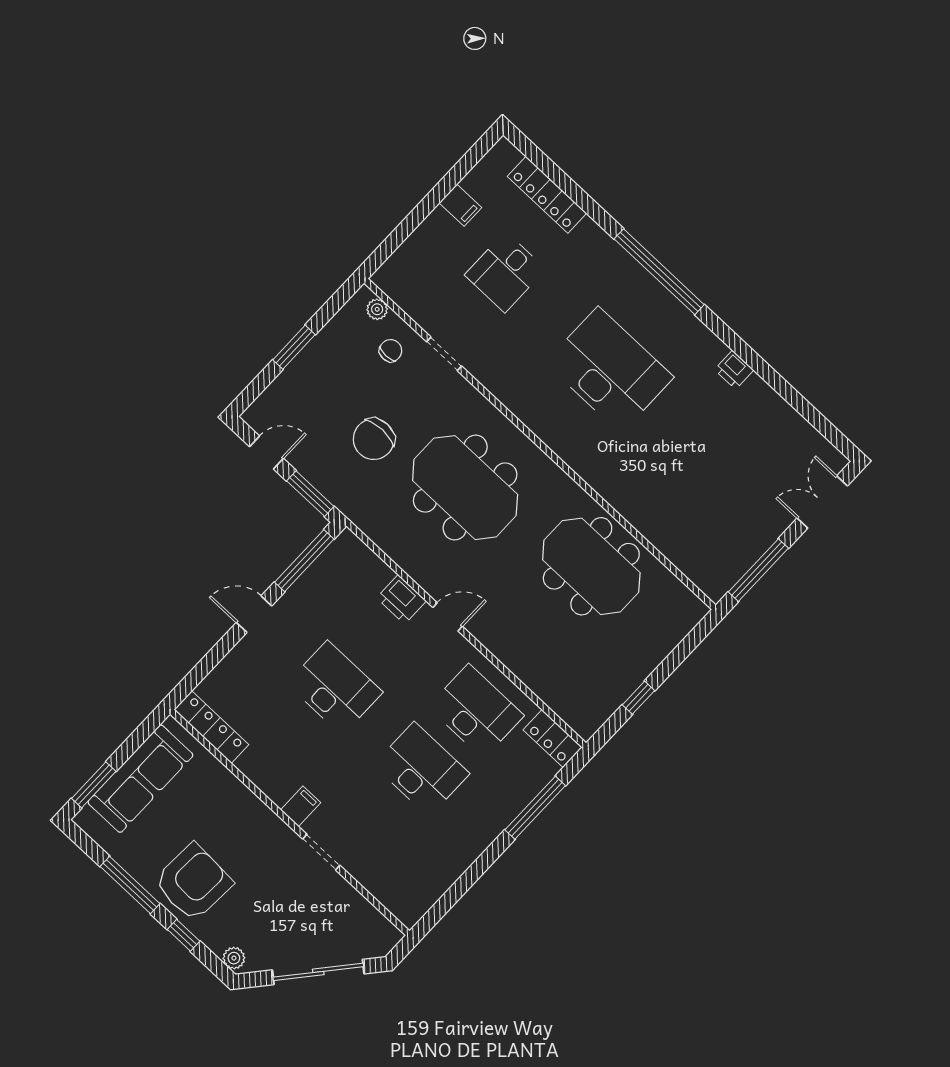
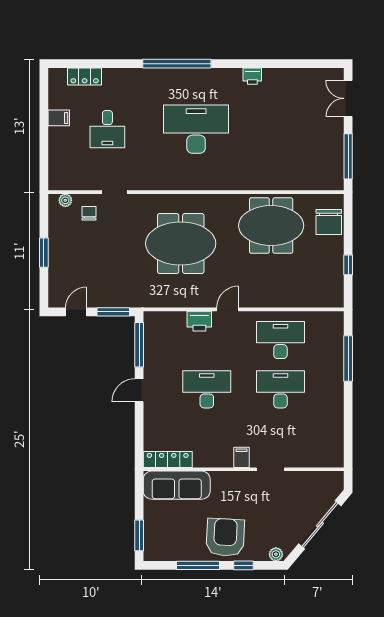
locker: (547, 195) -> (85, 76), width x0.66
chair: (374, 439) -> (329, 222), moved
locker: (553, 739) -> (327, 320), removed
sofa: (140, 779) -> (177, 485), moved, turned 90

